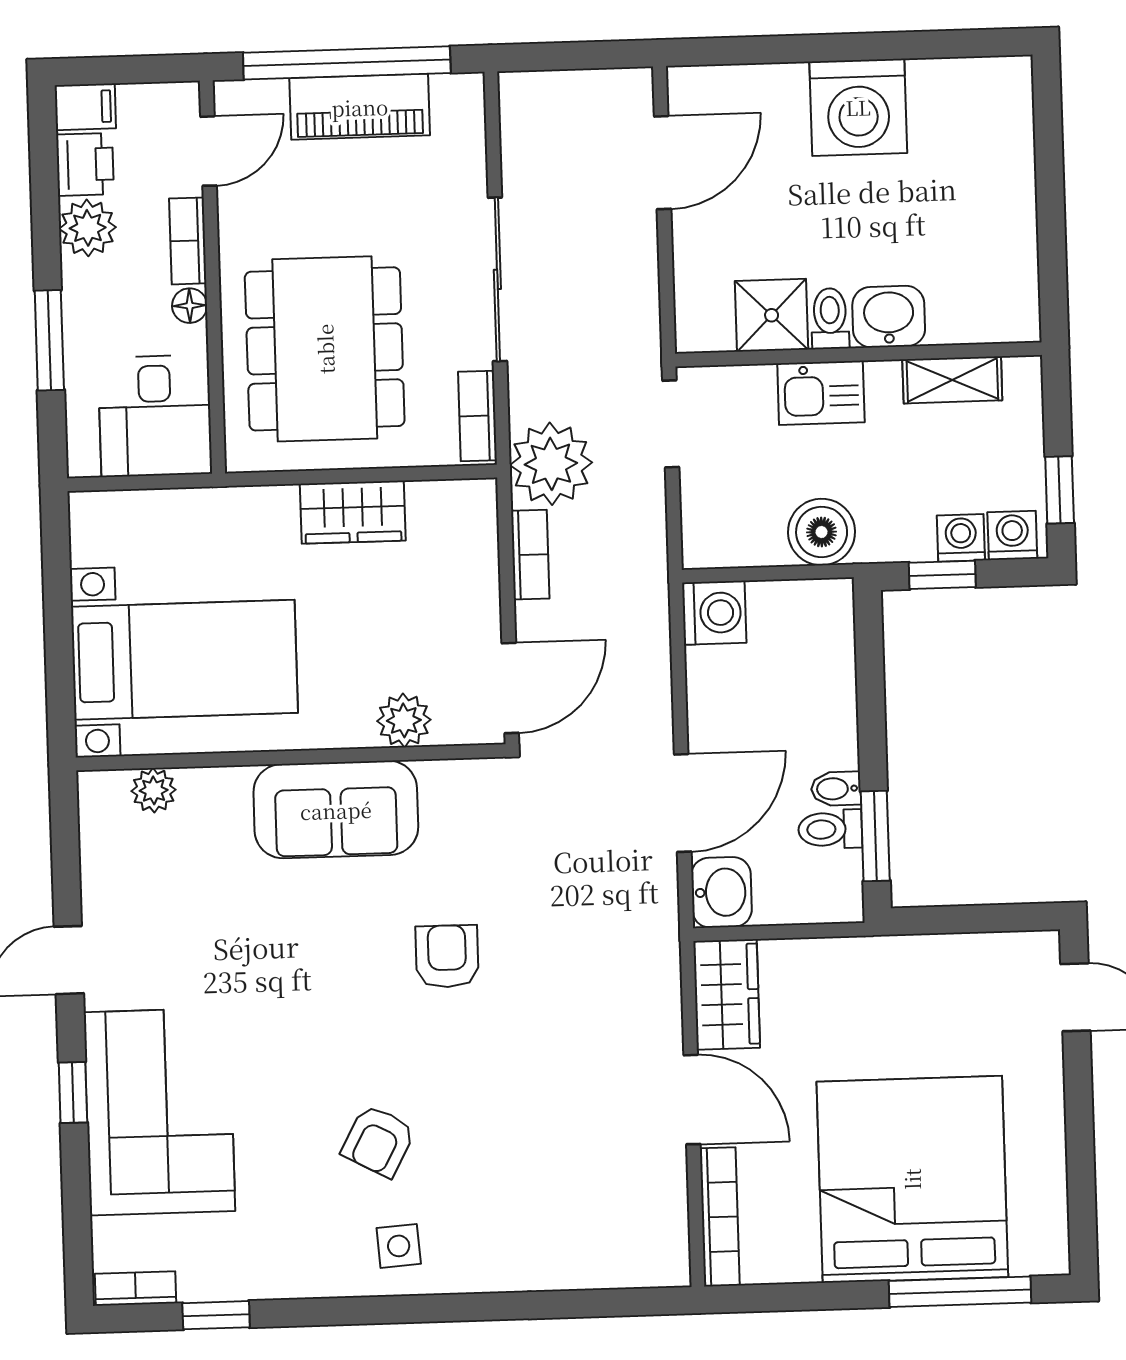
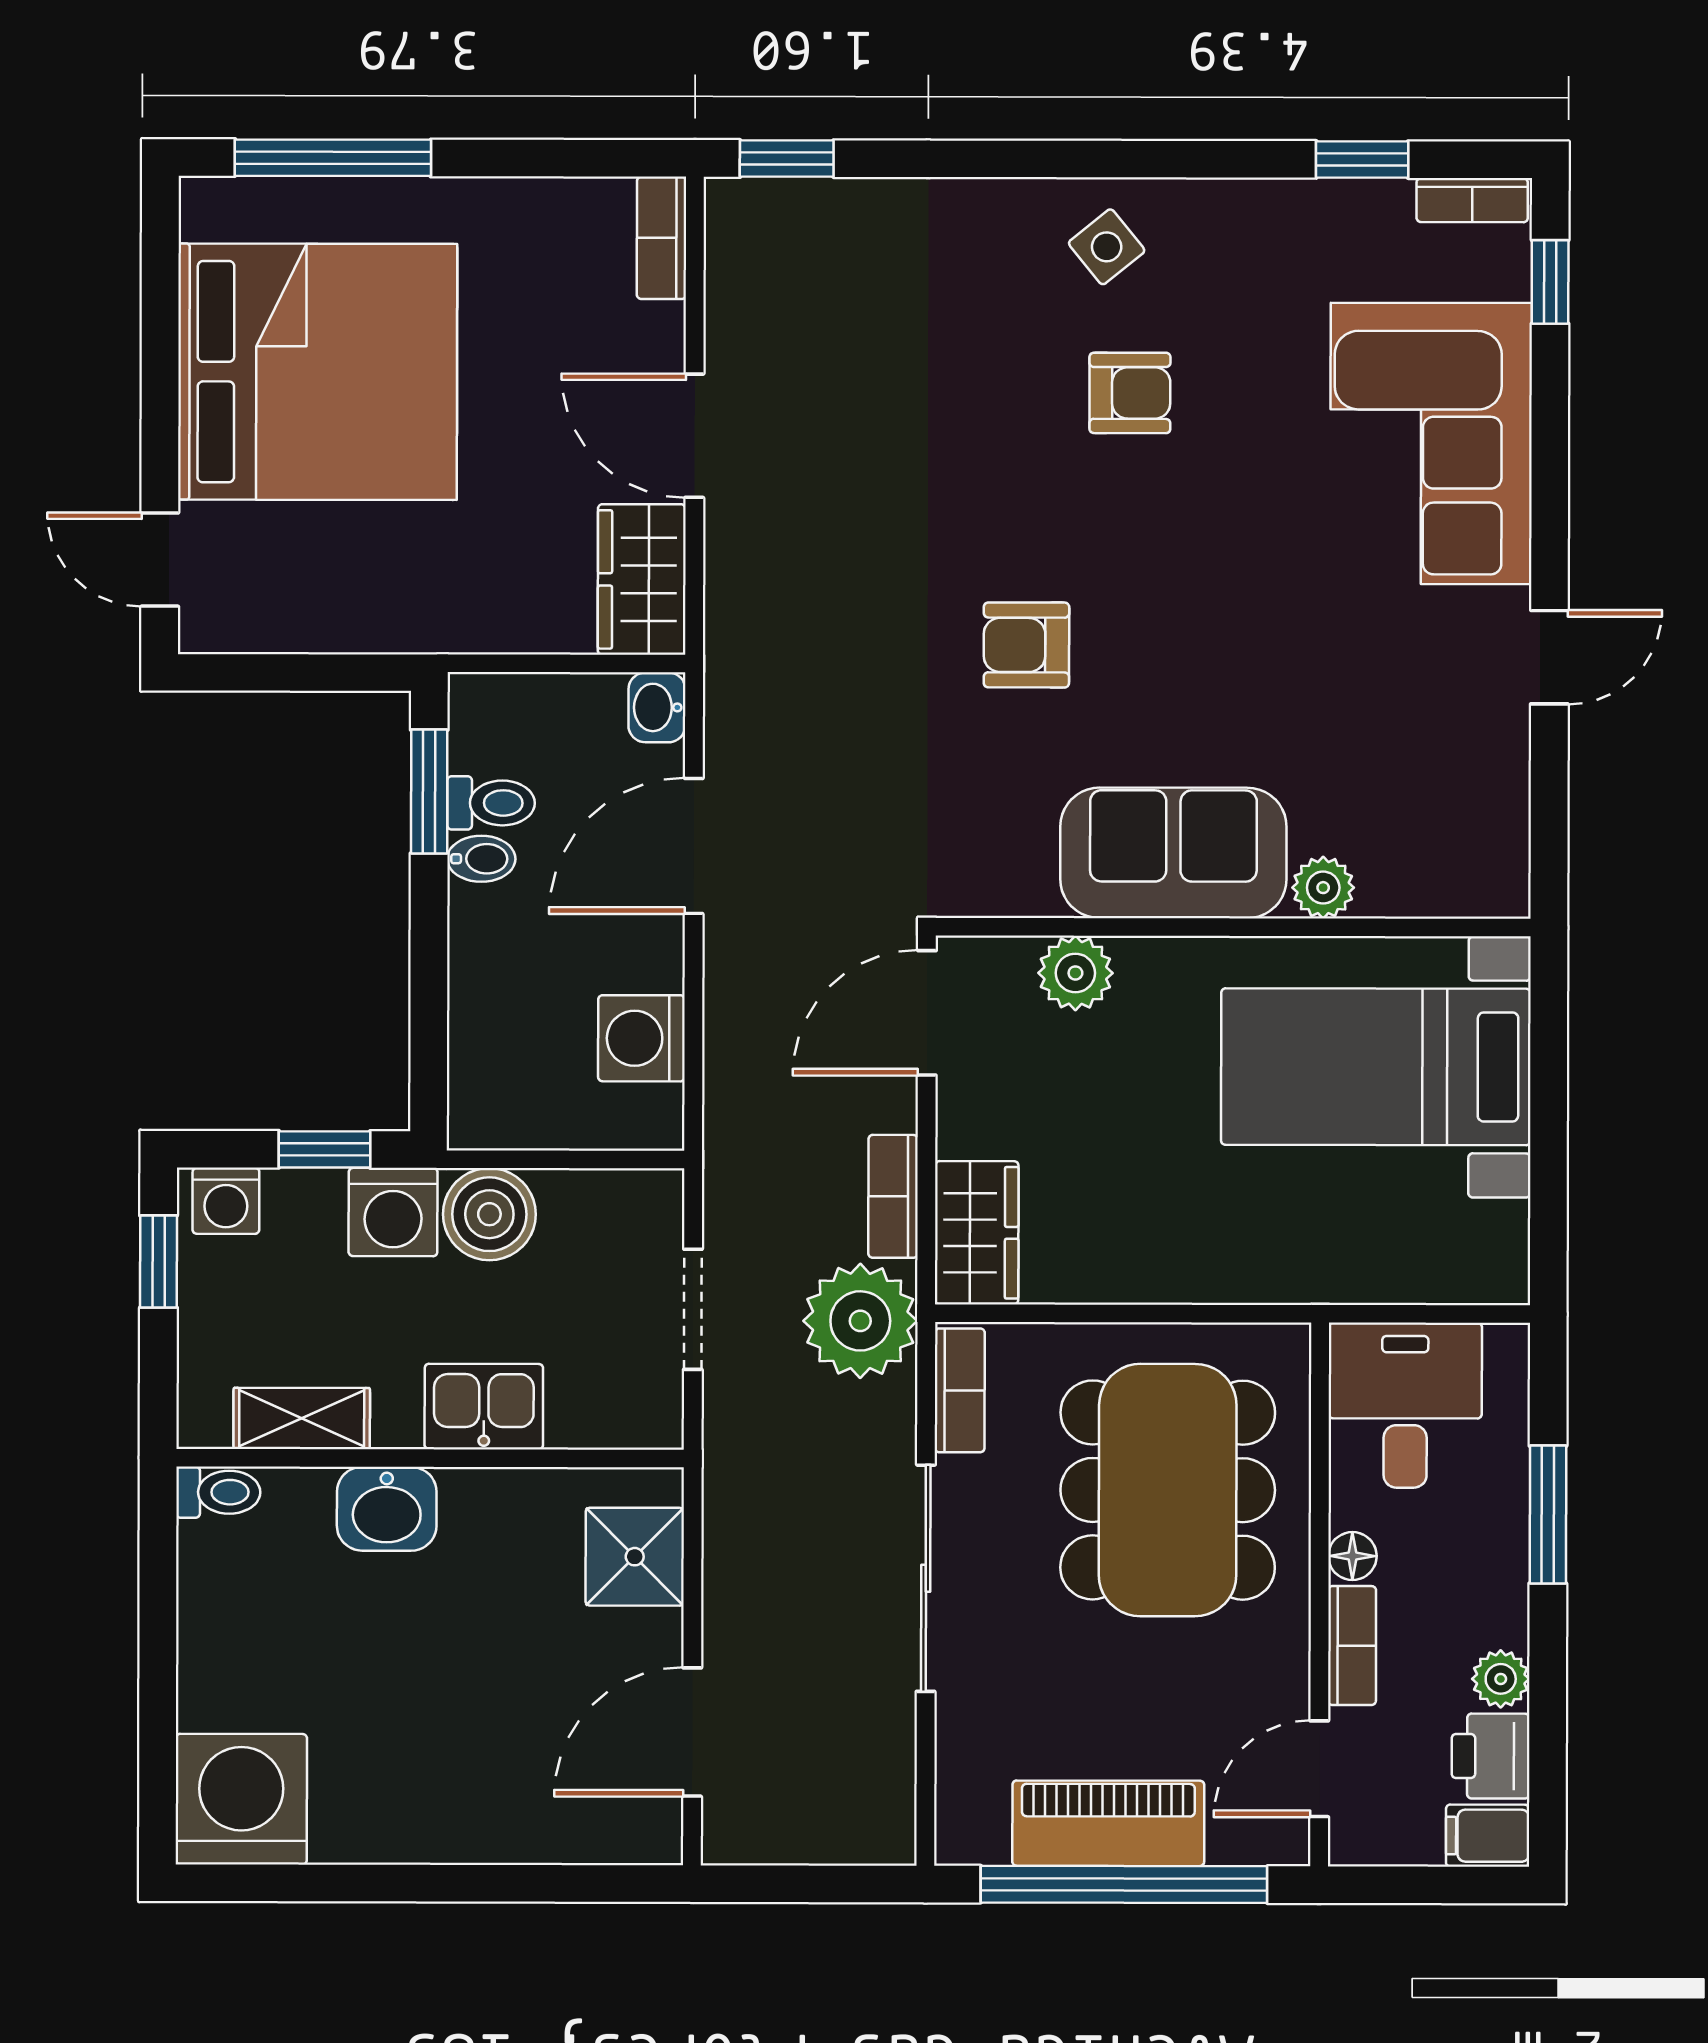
washing machine: (858, 107) -> (241, 1799), moved
plant: (88, 228) -> (1501, 1679), width x0.73, depth x0.73
shower: (772, 315) -> (635, 1557), moved
toilet: (830, 319) -> (218, 1492), moved, turned -90
doorway: (671, 424) -> (693, 1309), moved
wardrobe: (353, 512) -> (977, 1233), moved, turned 90
washing machine: (961, 538) -> (393, 1212), moved, width x1.38, depth x1.38
washing machine: (714, 613) -> (641, 1038), moved
plant: (154, 790) -> (1323, 888), moved
washbasin: (721, 892) -> (657, 707), width x0.72, depth x0.69
armchair: (447, 956) -> (1026, 645), turned 90
window: (73, 1092) -> (1550, 282), moved
armchair: (378, 1141) -> (1130, 393), turned 62
bed: (912, 1179) -> (318, 372), moved, turned -90
bookcase: (720, 1217) -> (662, 238), width x0.64
side table: (399, 1246) -> (1107, 247), turned -35
window: (632, 1302) -> (787, 159), added

